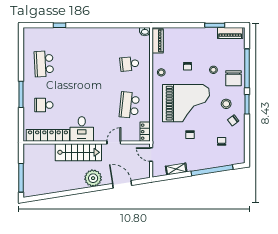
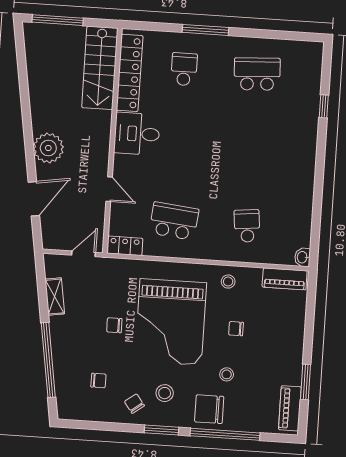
stairs: (78, 152) -> (100, 68), moved

